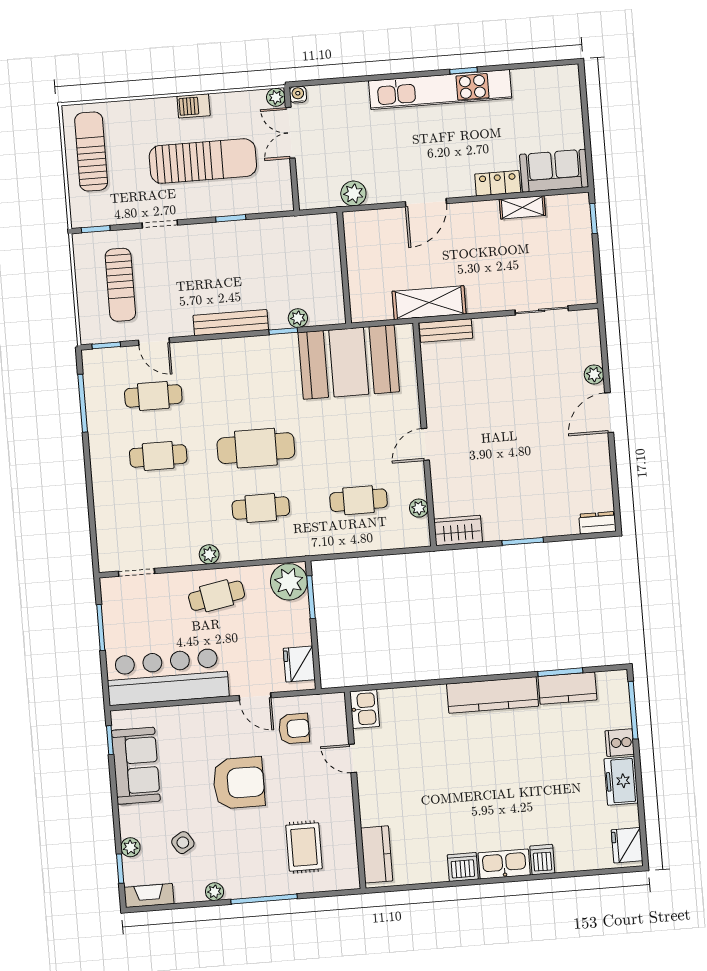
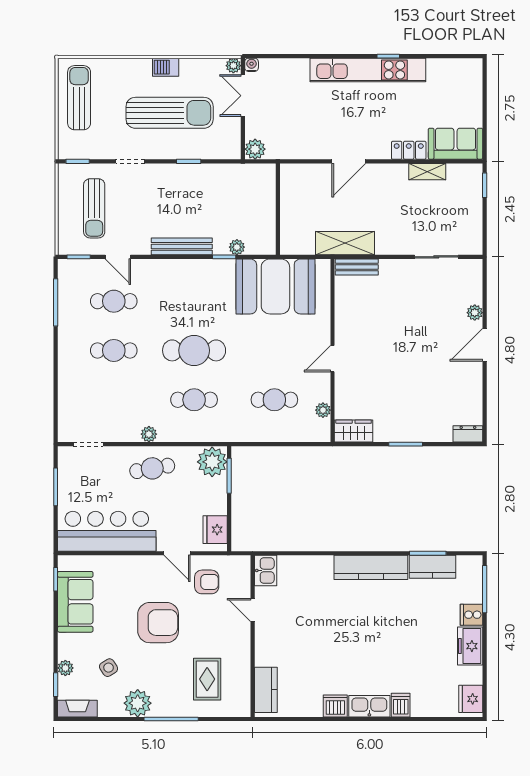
plant: (353, 193) -> (255, 149), moved
plant: (215, 892) -> (138, 703), width x1.88, depth x1.88

